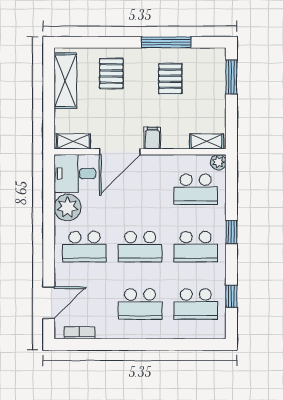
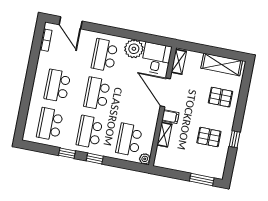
window: (166, 42) -> (235, 139), width x0.46
shelving: (207, 141) -> (164, 135), moved
window: (231, 296) -> (67, 153), moved

